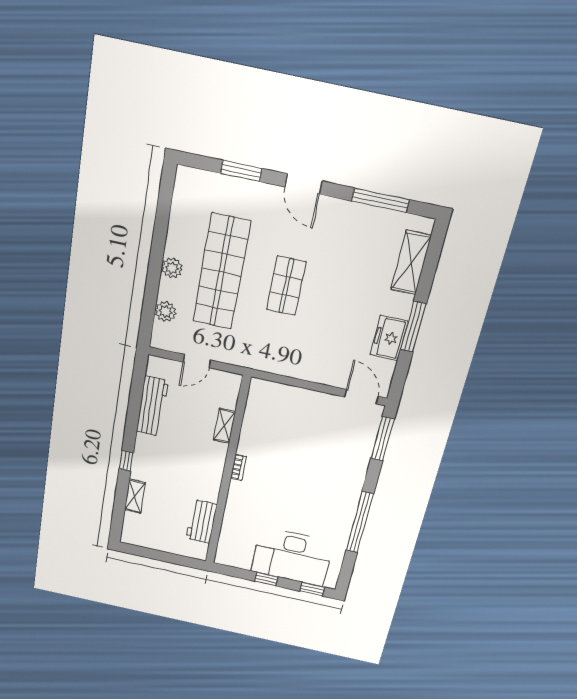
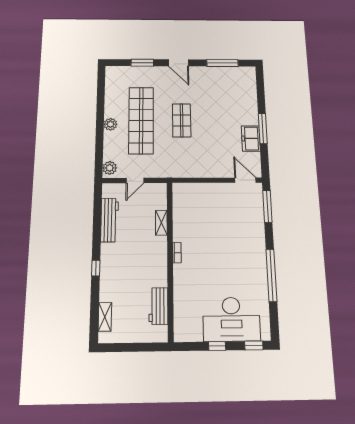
shelving: (411, 263) -> (250, 92), removed
plant: (166, 312) -> (110, 168), moved
shelving: (135, 496) -> (105, 317), moved

